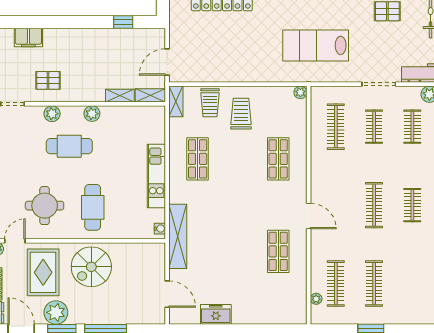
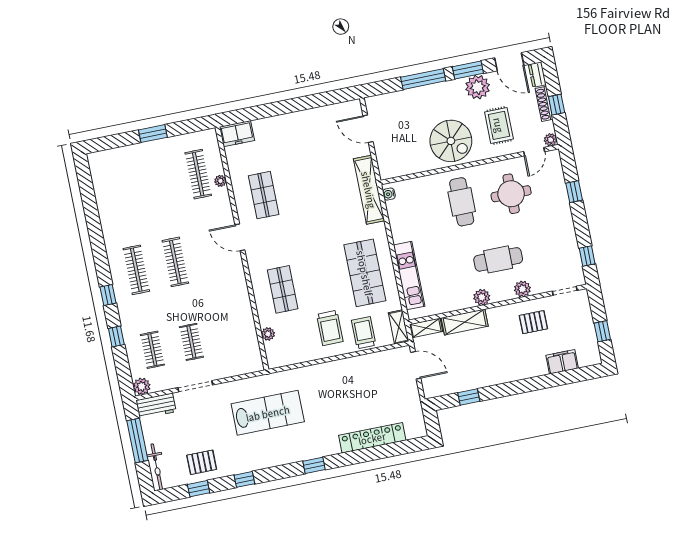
door: (167, 62) -> (416, 365), hinge flipped
plant: (300, 92) -> (268, 334), moved
shelving: (120, 96) -> (465, 322), width x1.50, depth x1.33
clothes rail: (336, 127) -> (230, 334), removed
shop shelf: (198, 159) -> (365, 273), width x1.43, depth x1.36
kitchen unit: (156, 176) -> (409, 276), moved
clothes rail: (412, 205) -> (136, 270), width x1.36
spiral stairs: (91, 267) -> (451, 141), turned 90
rug: (43, 272) -> (499, 125), width x0.73, depth x0.70
clothes rail: (374, 284) -> (159, 182), removed
plant: (316, 299) -> (220, 181), moved
freezer: (216, 314) -> (237, 134), moved

